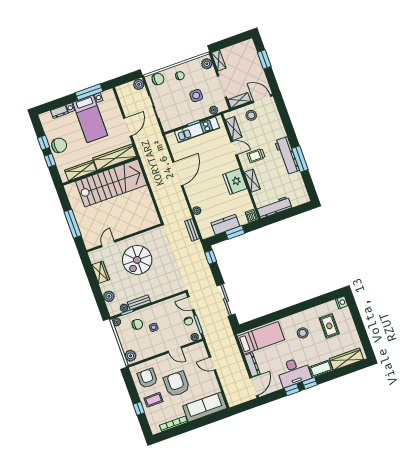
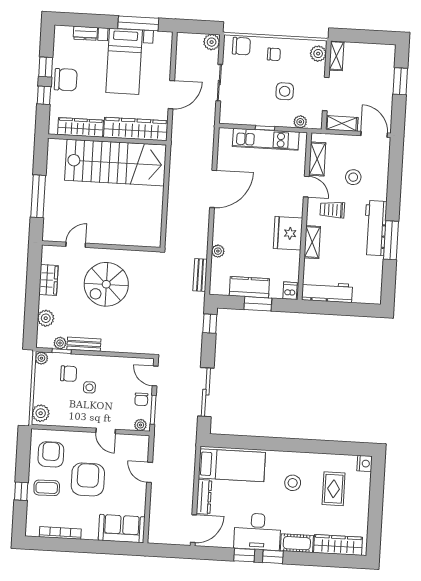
stool: (251, 115) -> (353, 177), moved
sofa: (205, 407) -> (122, 529), width x0.73

